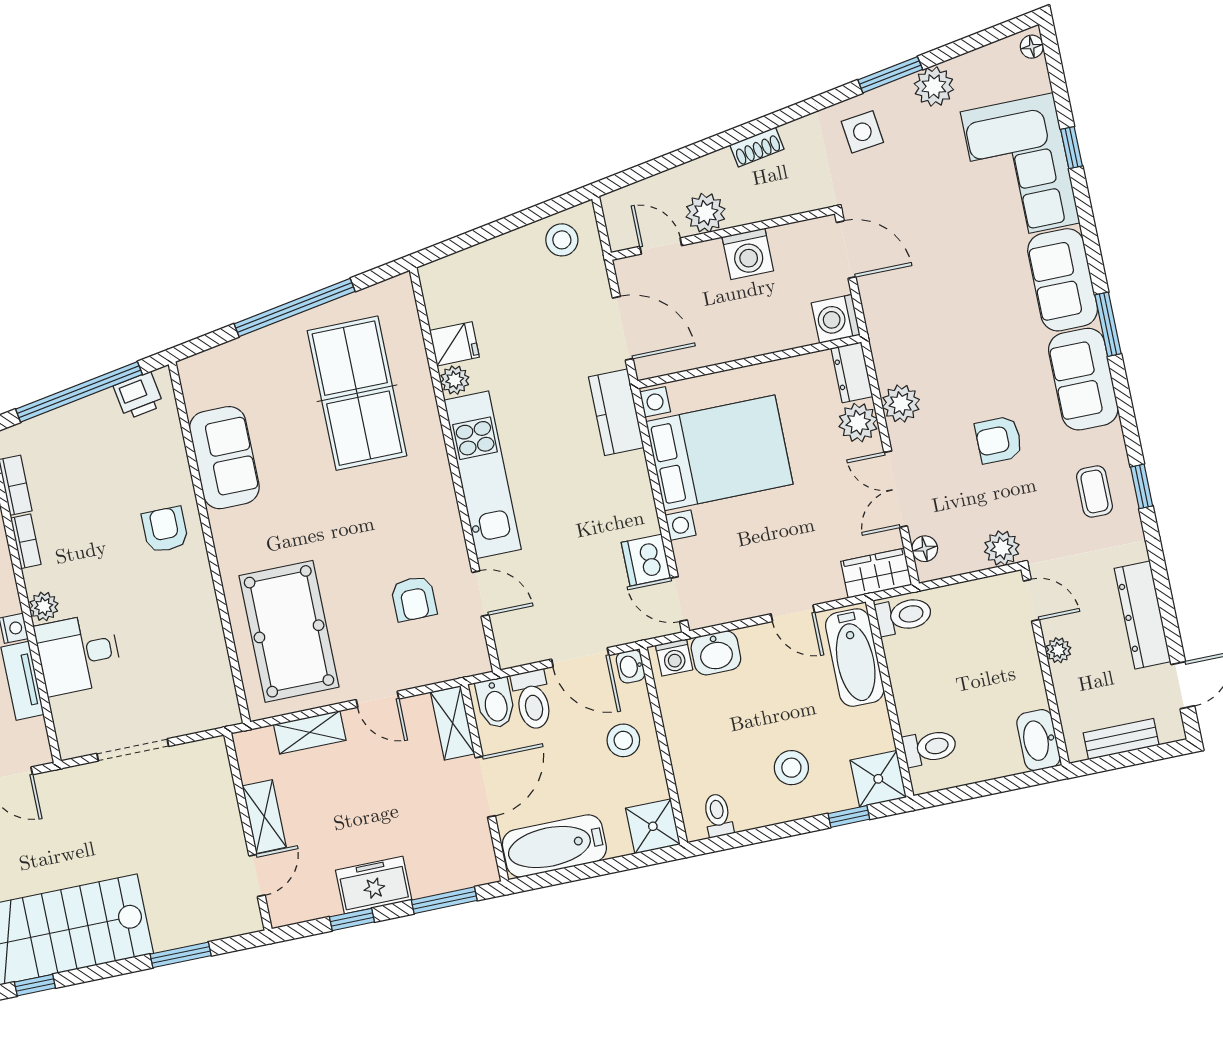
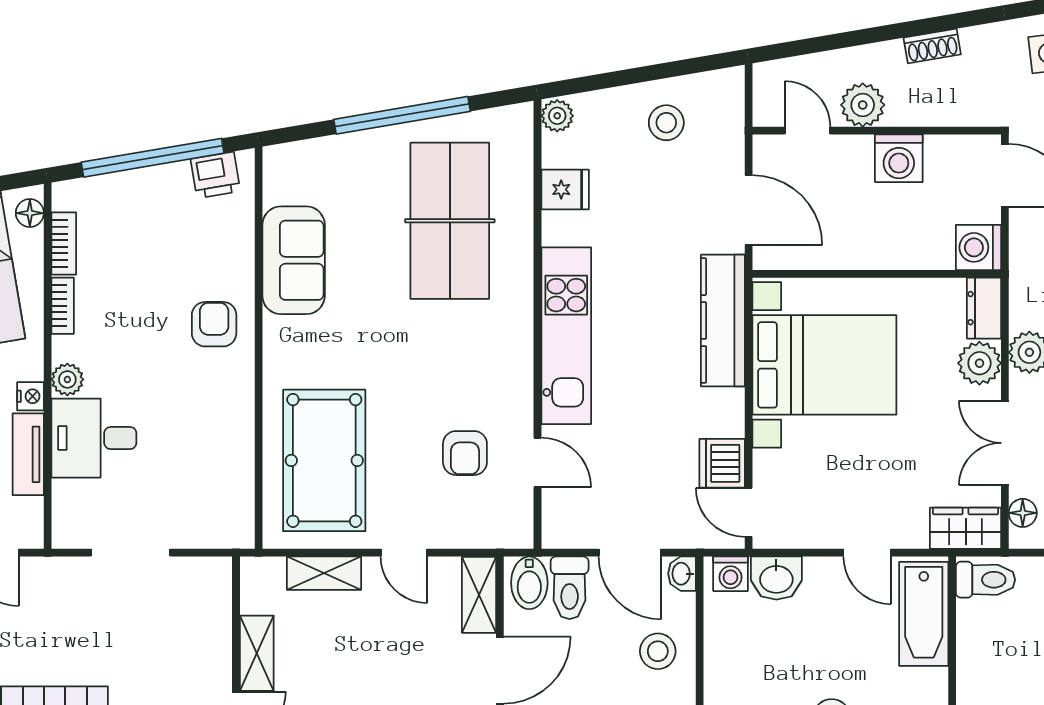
stool: (562, 240) -> (666, 123), moved
plant: (455, 380) -> (557, 116), moved
kitchen counter: (616, 412) -> (723, 321), width x1.50

